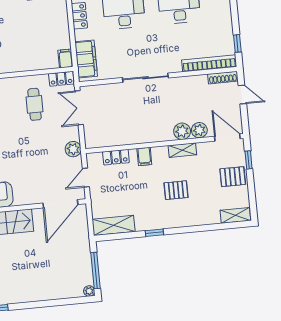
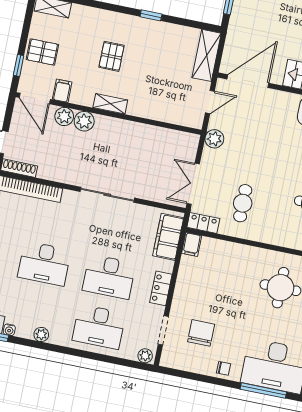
double door: (79, 108) -> (193, 184), swing flipped
shelving: (182, 150) -> (110, 104), moved
filing cabinet: (144, 156) -> (62, 91), moved
locker: (116, 157) -> (168, 115), removed
pallet: (176, 190) -> (112, 56), turned 90
shelving: (114, 225) -> (207, 55), moved, turned 90

